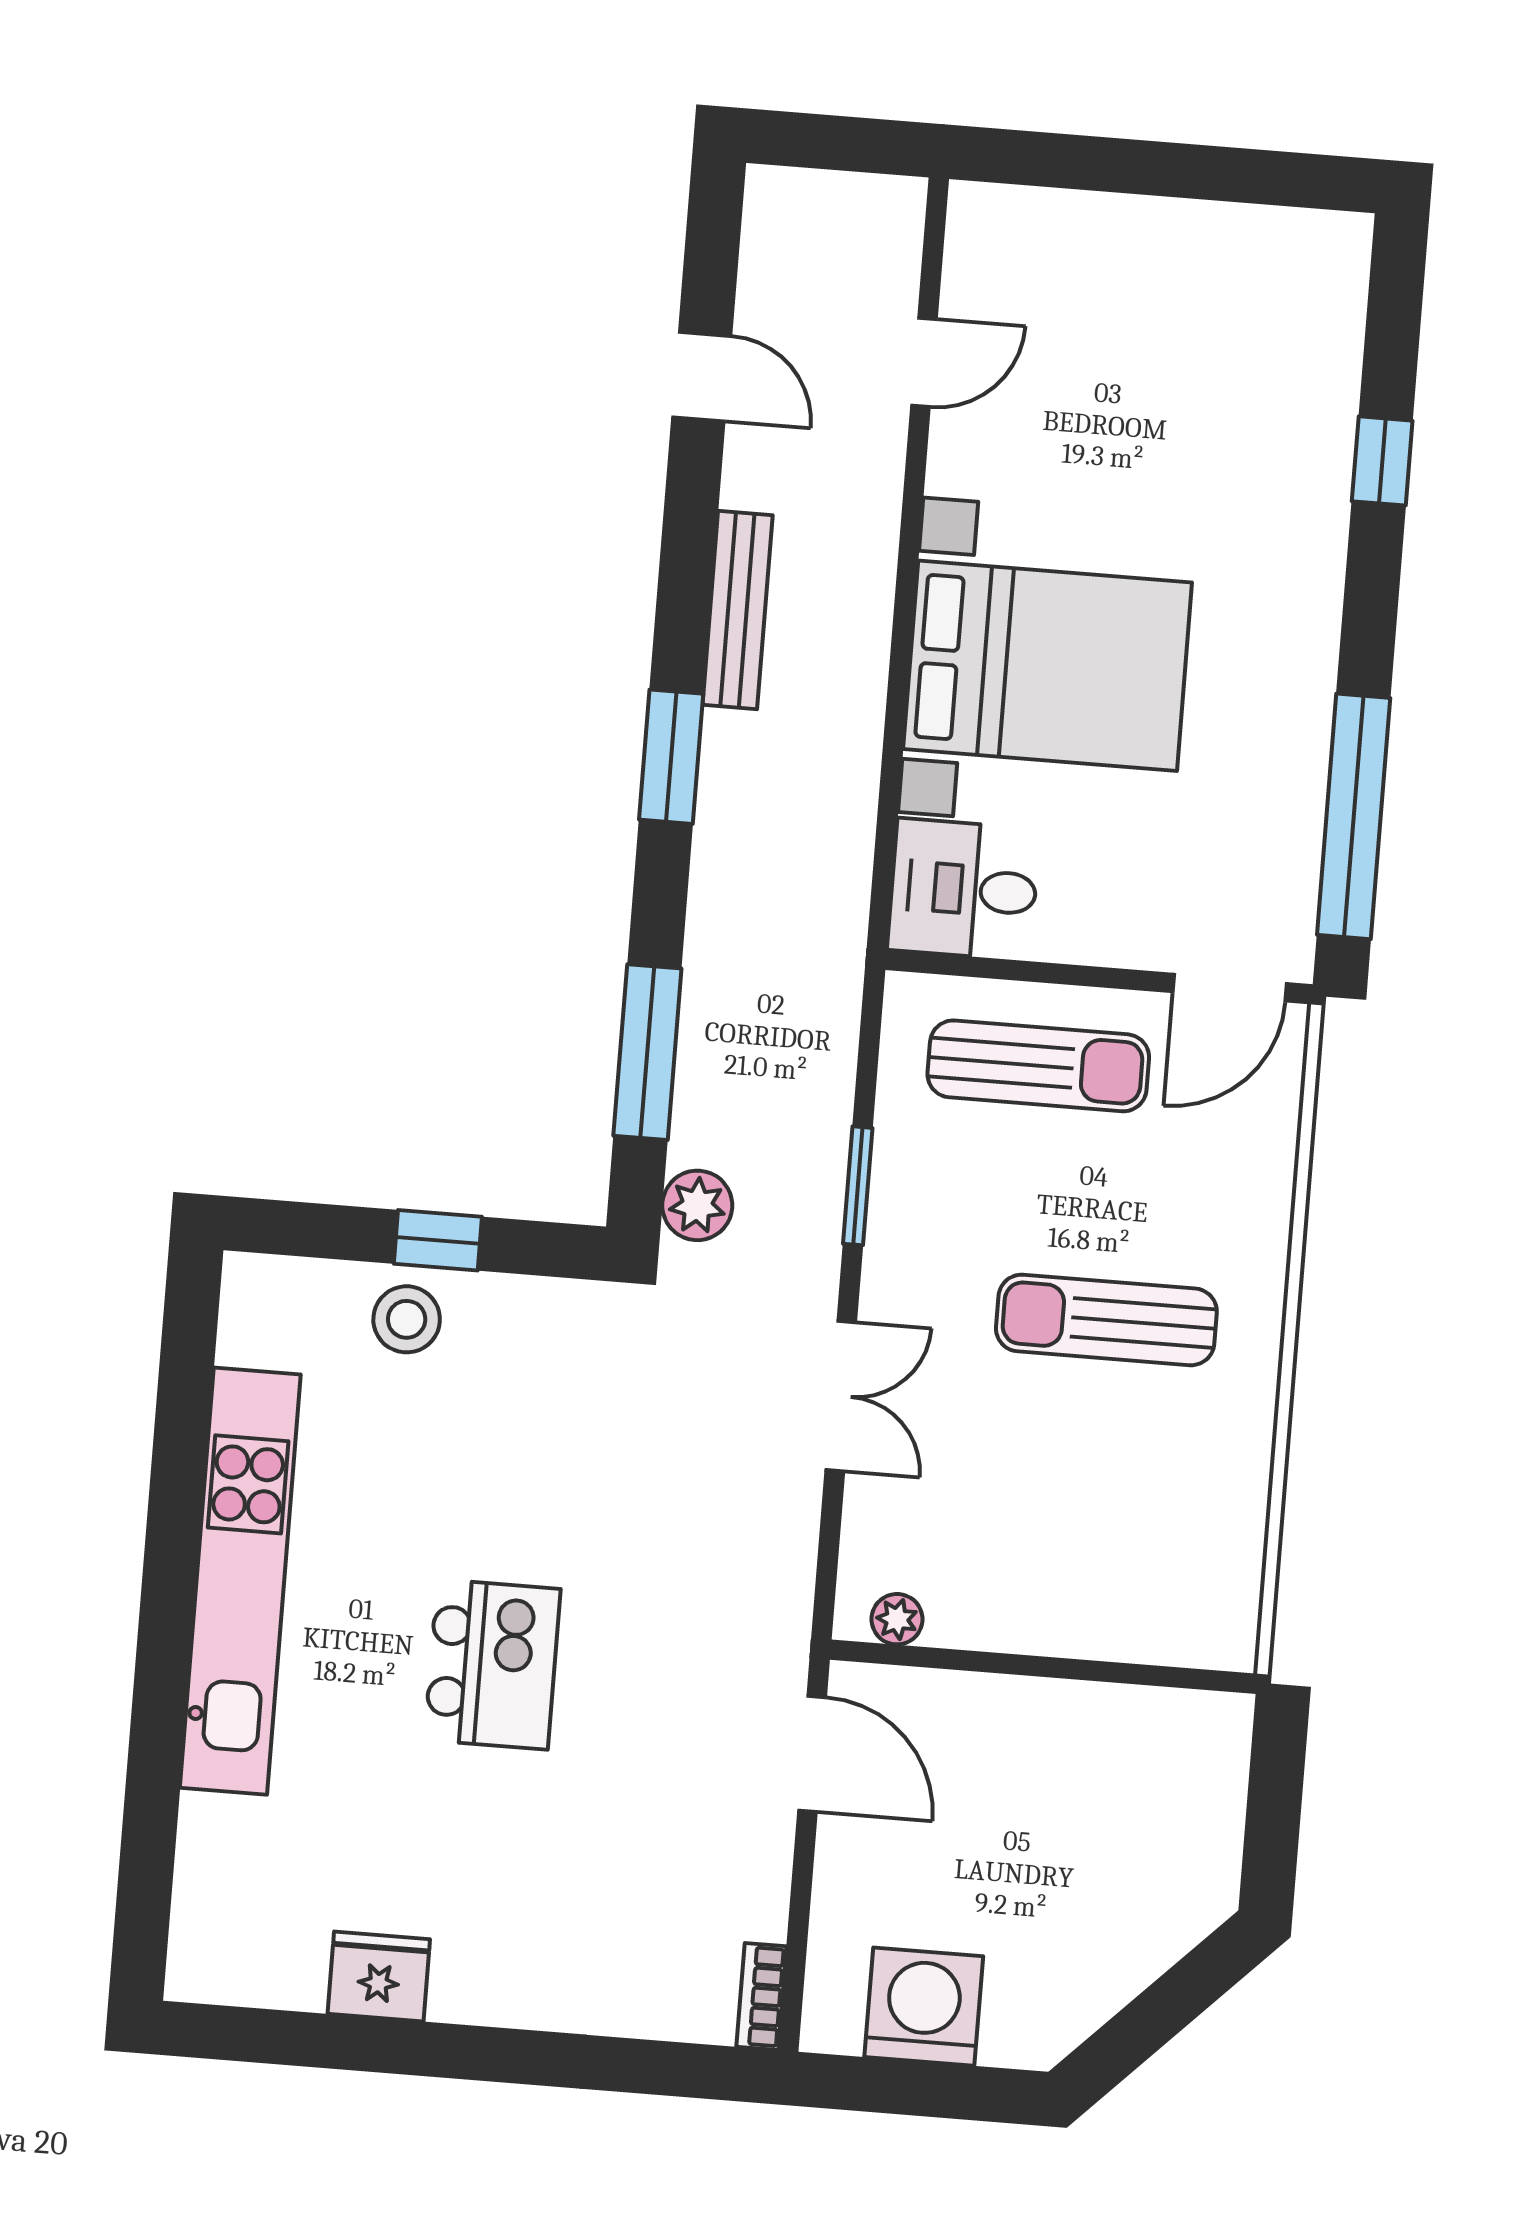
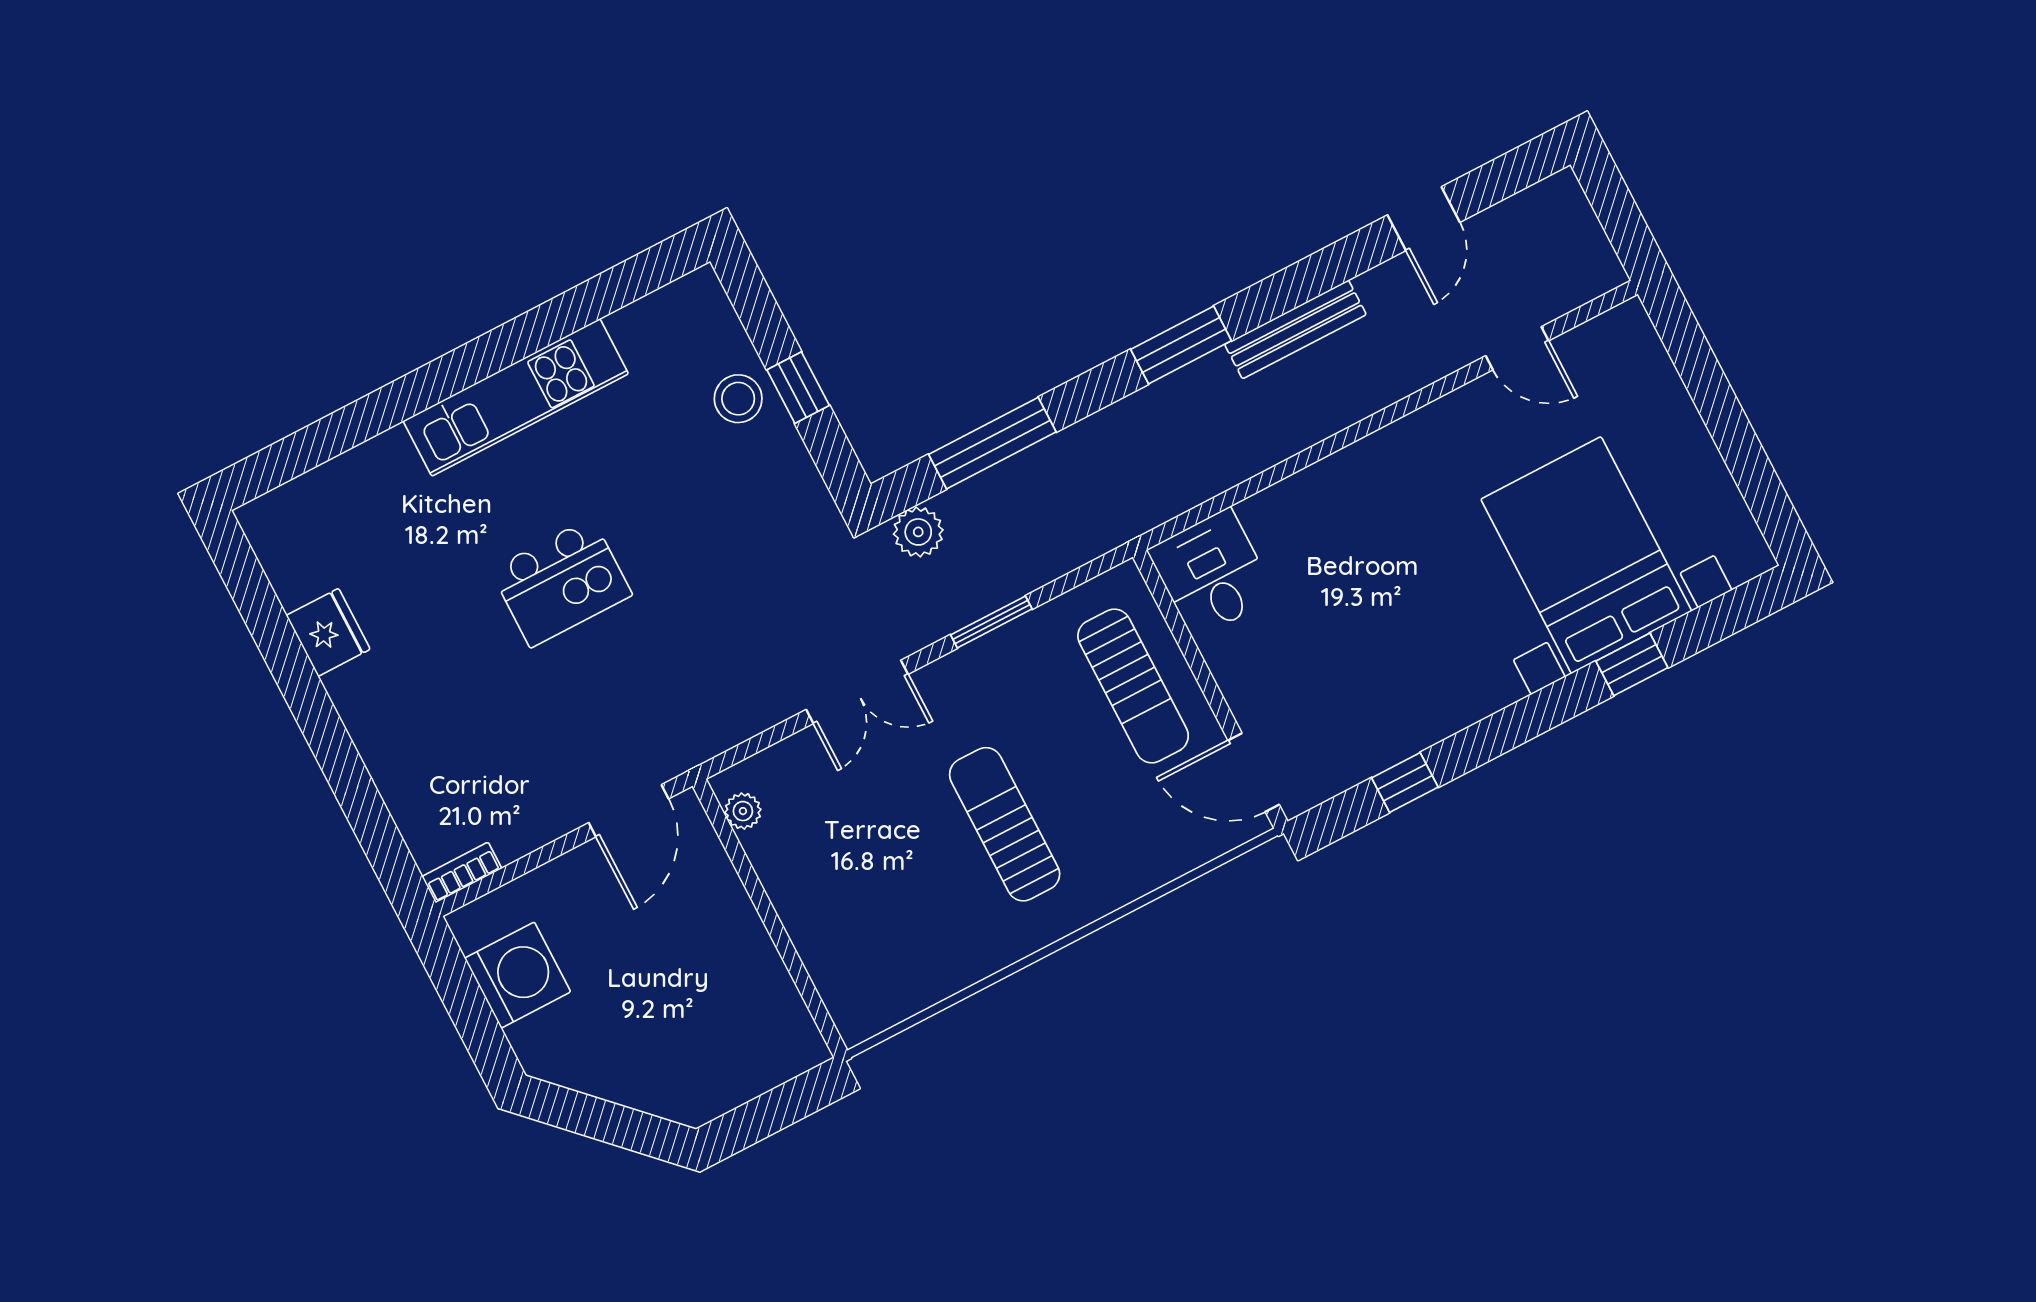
bed with nightstands: (1048, 666) -> (1586, 555), moved, turned 180
window: (1354, 816) -> (1405, 782), width x0.32
kitchen unit: (240, 1581) -> (516, 397), width x0.73

